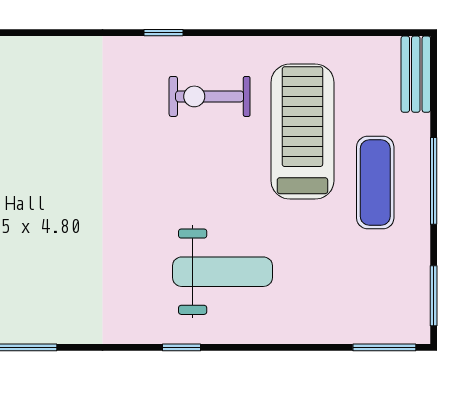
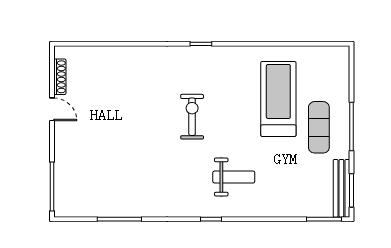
bench: (416, 74) -> (341, 188), moved, width x1.36
exercise bike: (210, 96) -> (192, 117), moved, turned 90
weight bench: (222, 272) -> (234, 177), width x0.73, depth x0.75

